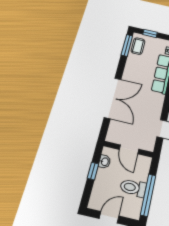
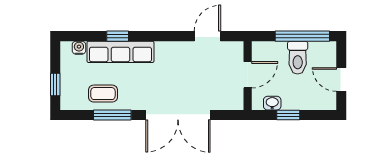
window: (127, 45) -> (112, 115), moved
coffee table: (138, 46) -> (103, 94), moved
double door: (113, 98) -> (178, 115), swing flipped

